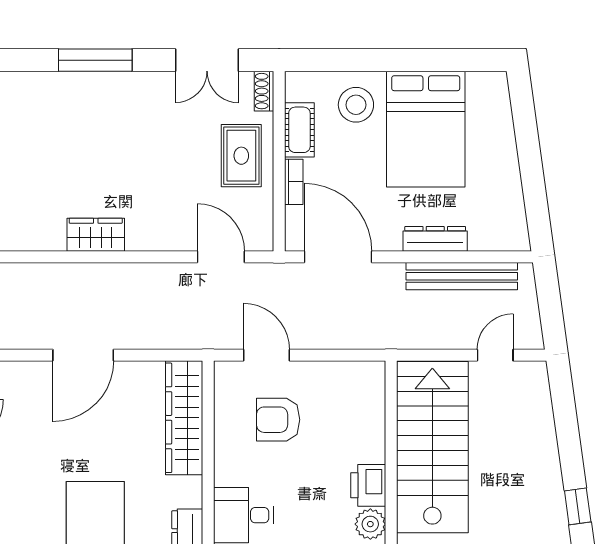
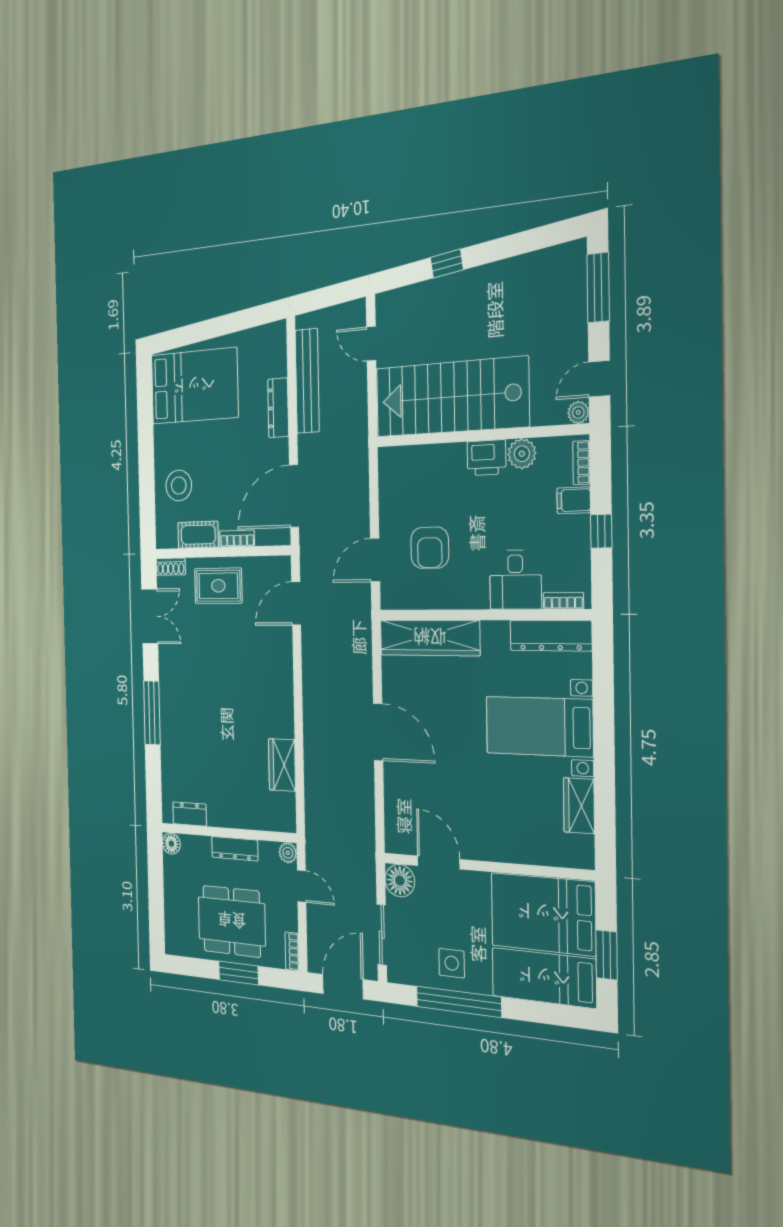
bed: (426, 129) -> (194, 386), moved
wardrobe: (96, 235) -> (282, 765), moved
window: (578, 506) -> (447, 264), moved

